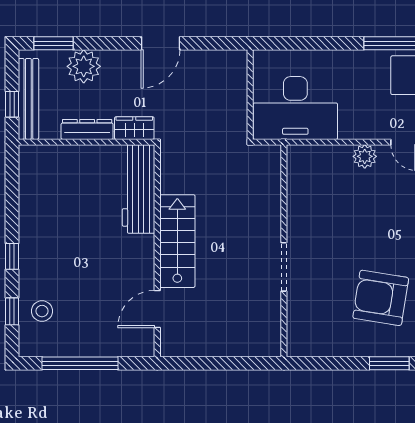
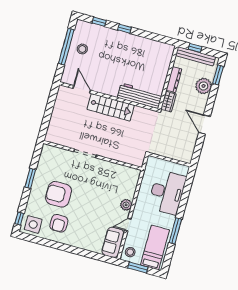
desk: (295, 108) -> (167, 192), moved, turned 180
armchair: (381, 298) -> (59, 194), turned -99
stool: (42, 311) -> (82, 49), moved
window: (389, 363) -> (30, 178), moved

